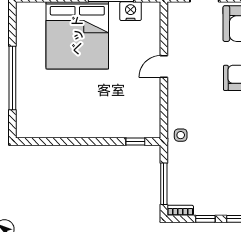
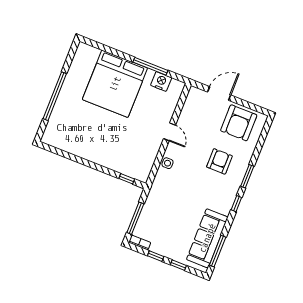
door: (164, 67) -> (169, 132), swing flipped
side table: (181, 135) -> (167, 163), moved

